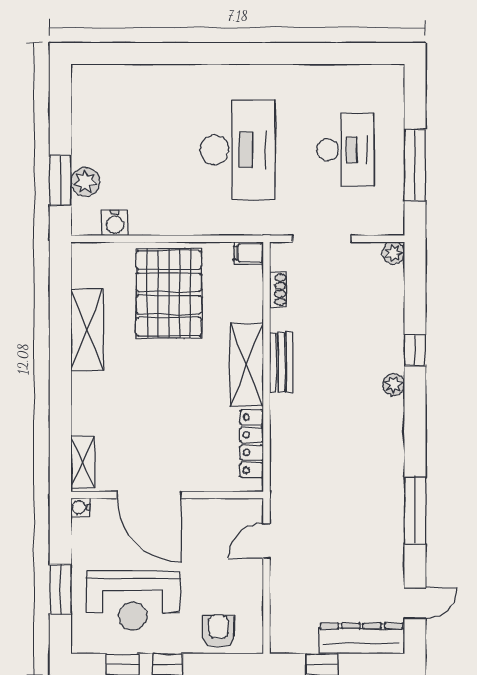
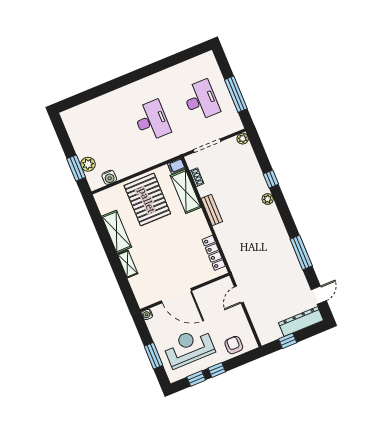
desk: (238, 150) -> (152, 121), width x0.73, depth x0.77
shelving: (247, 365) -> (186, 191), moved
shelving: (83, 462) -> (128, 264), moved
reception desk: (133, 601) -> (189, 347), turned 180

